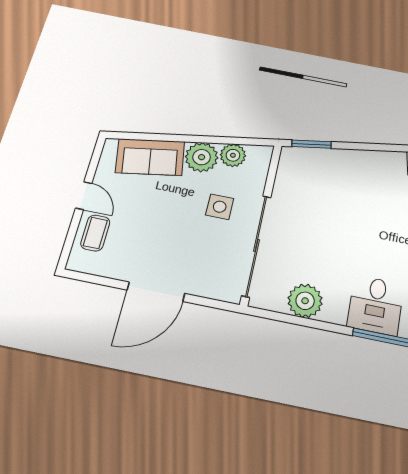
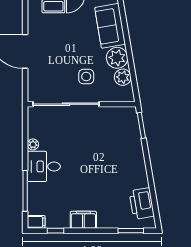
plant: (305, 301) -> (33, 144), width x0.53, depth x0.53
desk: (376, 305) -> (44, 166), moved

